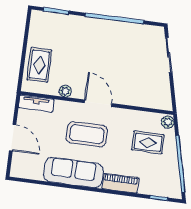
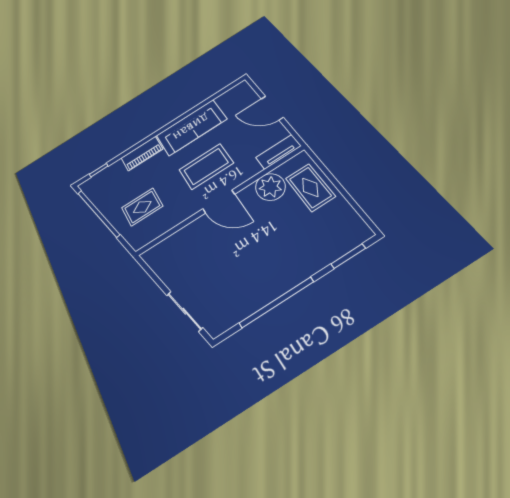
plant: (65, 91) -> (270, 187), width x1.88, depth x1.88
plant: (168, 122) -> (136, 241), removed

